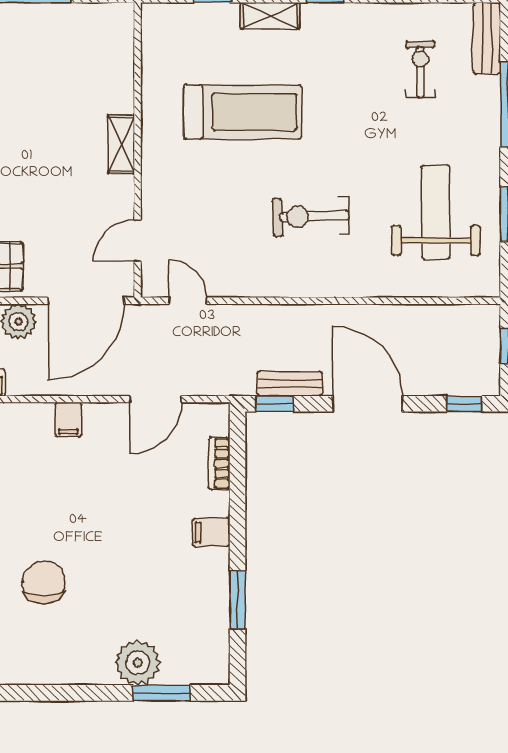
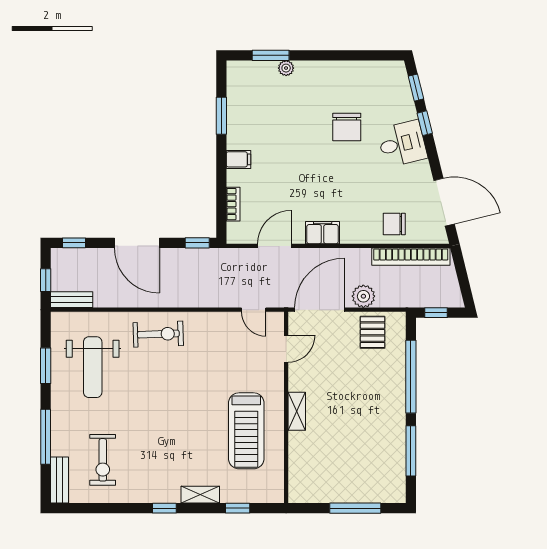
exercise bike: (420, 69) -> (103, 460), width x1.38, depth x1.39
treadmill: (243, 112) -> (246, 431), moved, turned -90
exercise bike: (311, 216) -> (158, 334), moved
bench: (290, 384) -> (72, 300), moved
filing cabinet: (68, 420) -> (323, 233), width x2.00
plant: (138, 663) -> (286, 68), width x0.53, depth x0.53

